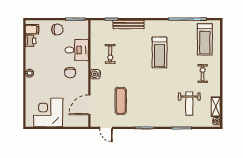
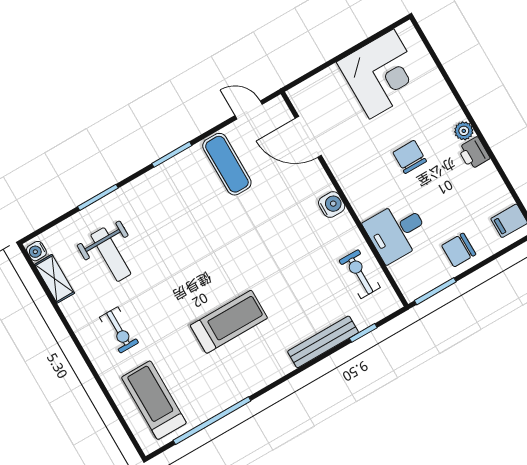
printer: (31, 41) -> (474, 153), moved
treadmill: (160, 53) -> (229, 322), turned 90
exercise bike: (110, 54) -> (360, 274), moved
chair: (70, 73) -> (410, 157), moved
exercise mat: (121, 101) -> (227, 164), moved
weight bench: (189, 104) -> (111, 255), turned 180
door: (89, 105) -> (308, 137), swing flipped

